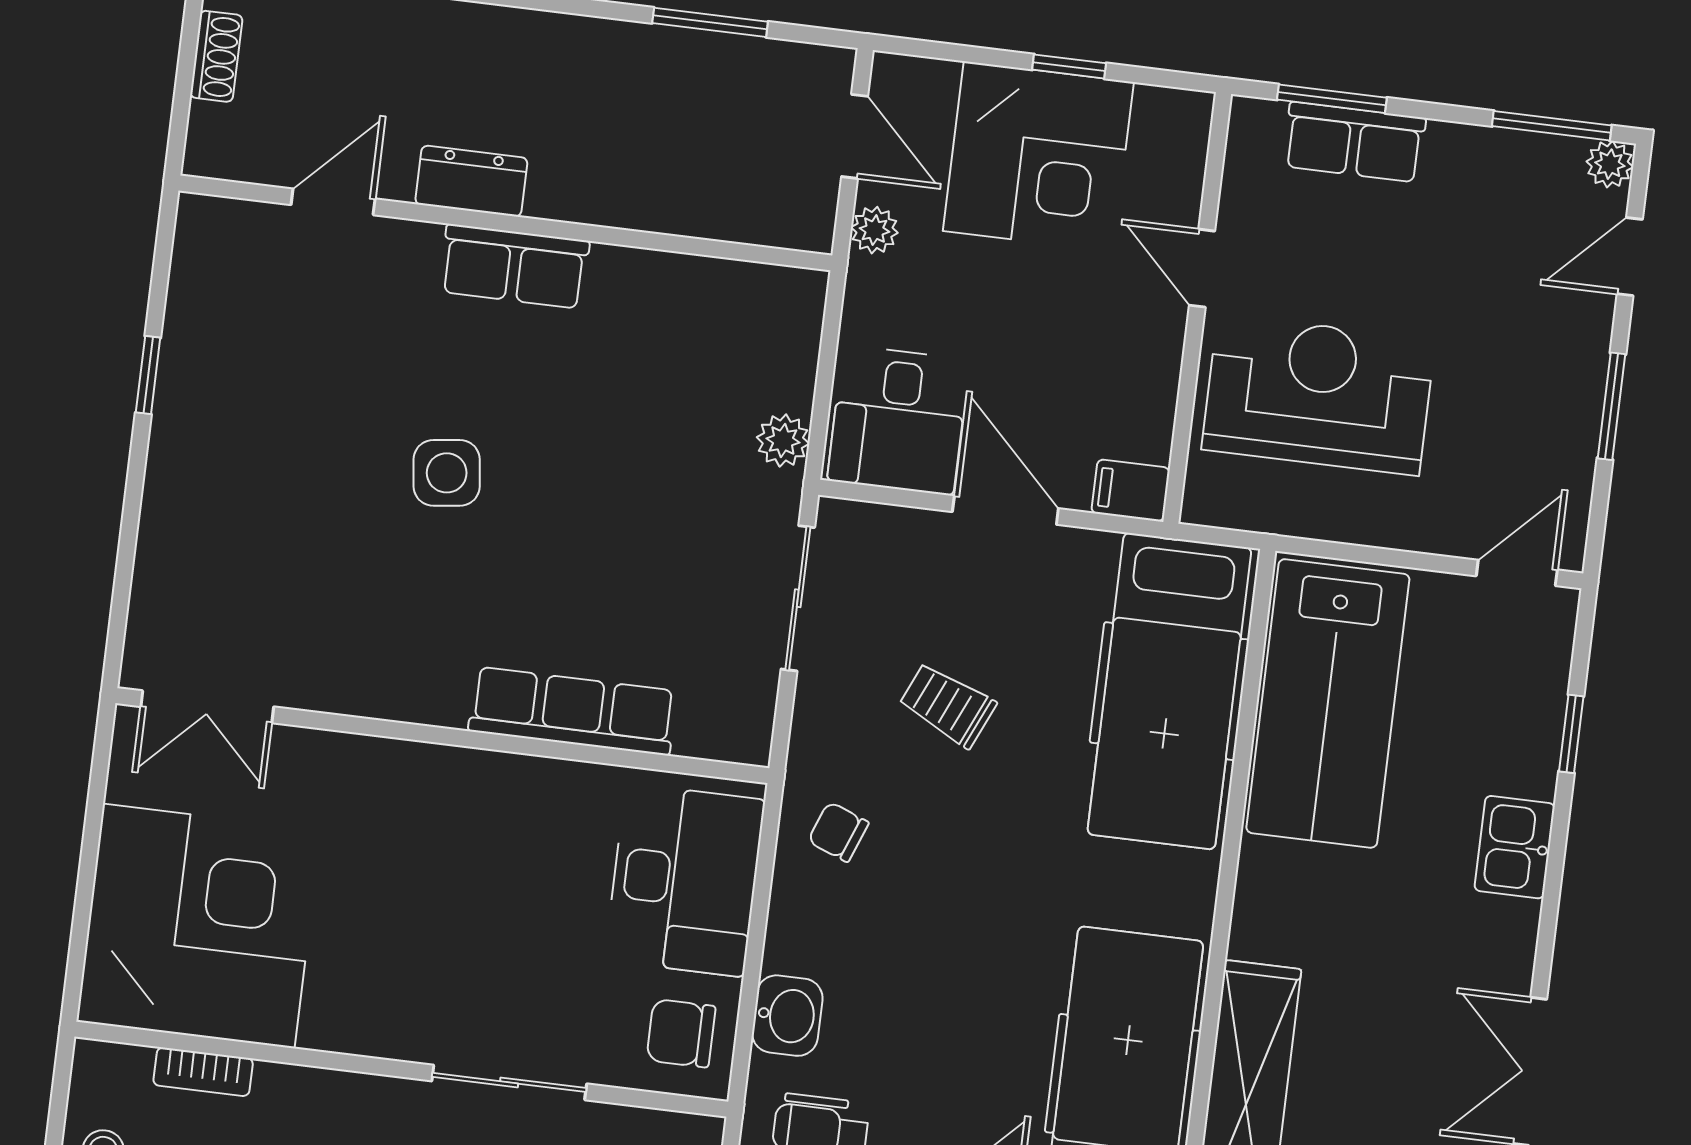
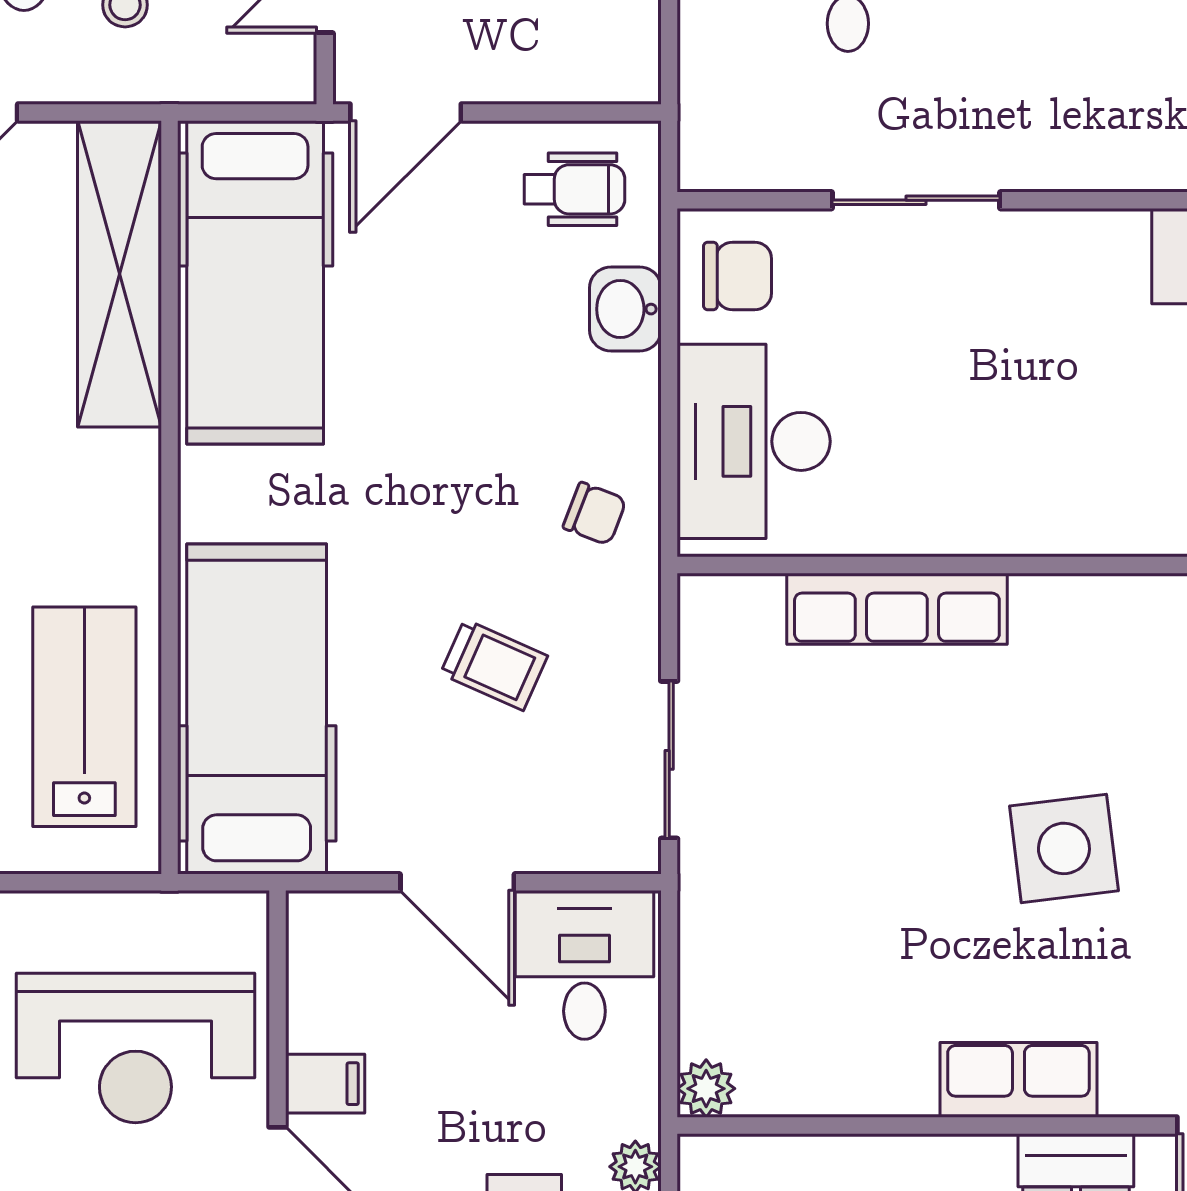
plant: (783, 440) -> (706, 1089), moved
side table: (447, 473) -> (1064, 848), width x1.37, depth x1.37
filing cabinet: (1131, 490) -> (325, 1084), moved
lab bench: (1328, 703) -> (84, 717), width x0.73, depth x0.72

